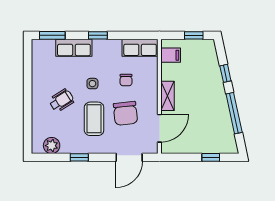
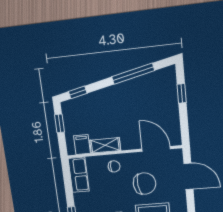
window: (225, 73) -> (78, 92), moved
chair: (126, 80) -> (114, 166), moved
shelving: (168, 96) -> (105, 145), moved

